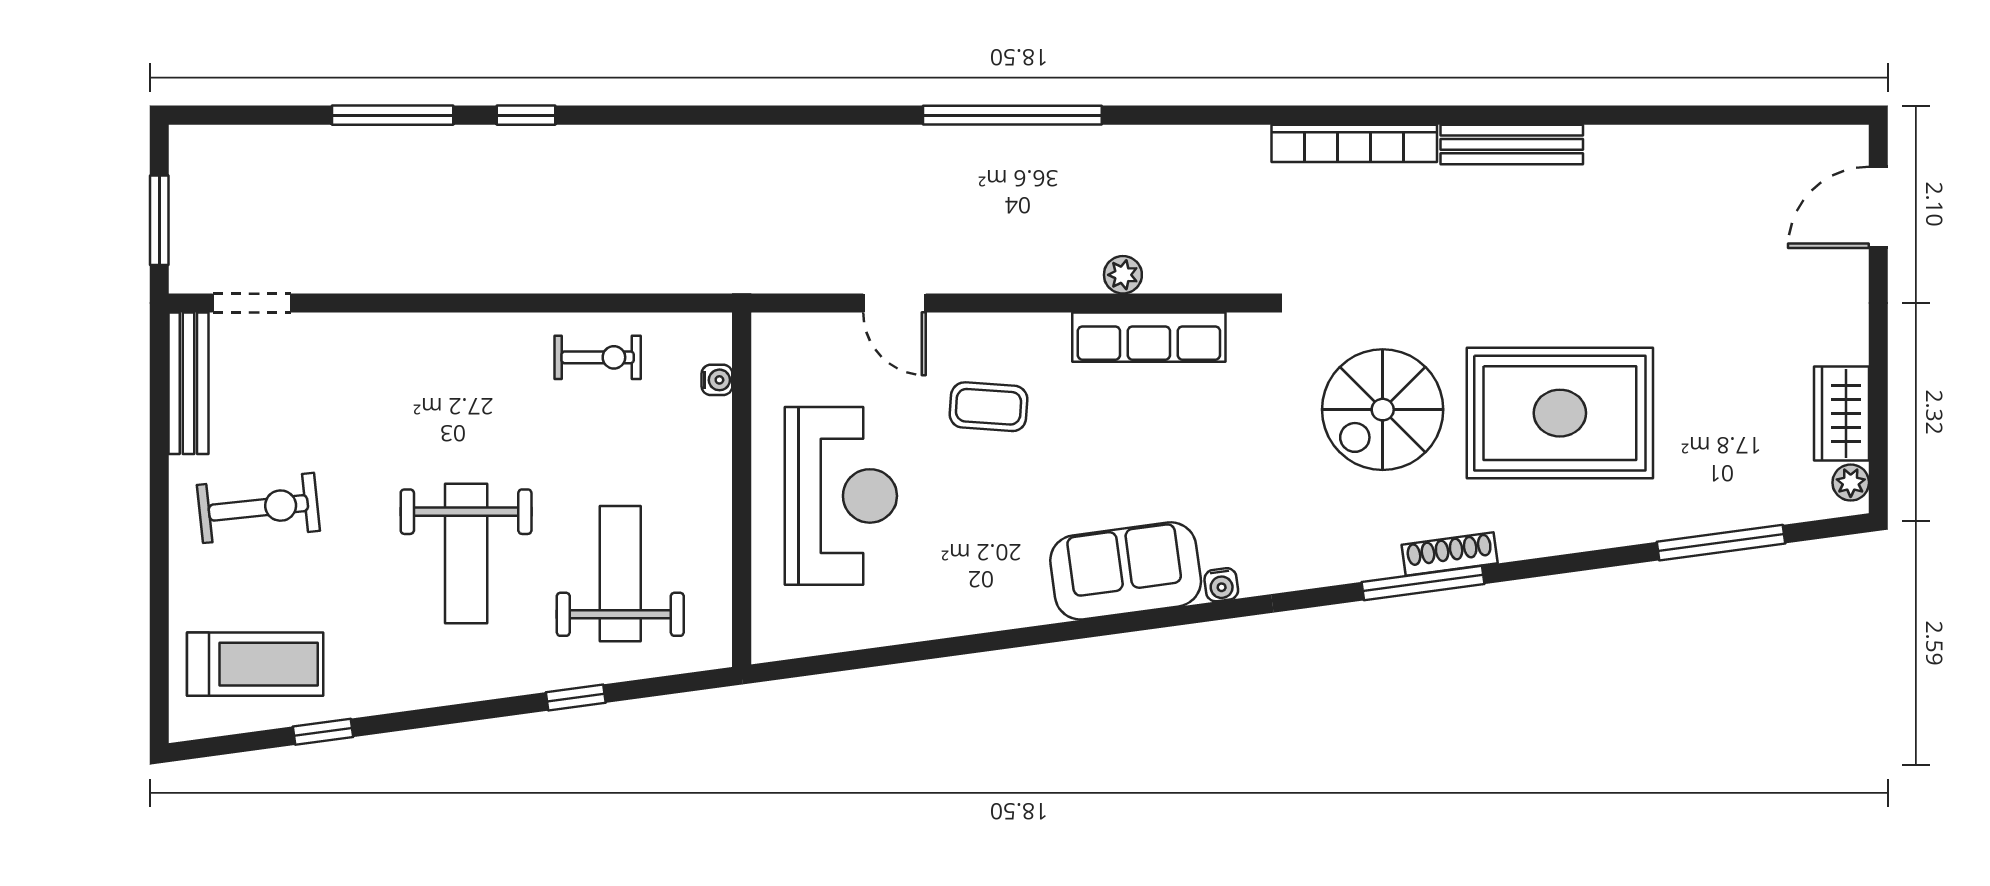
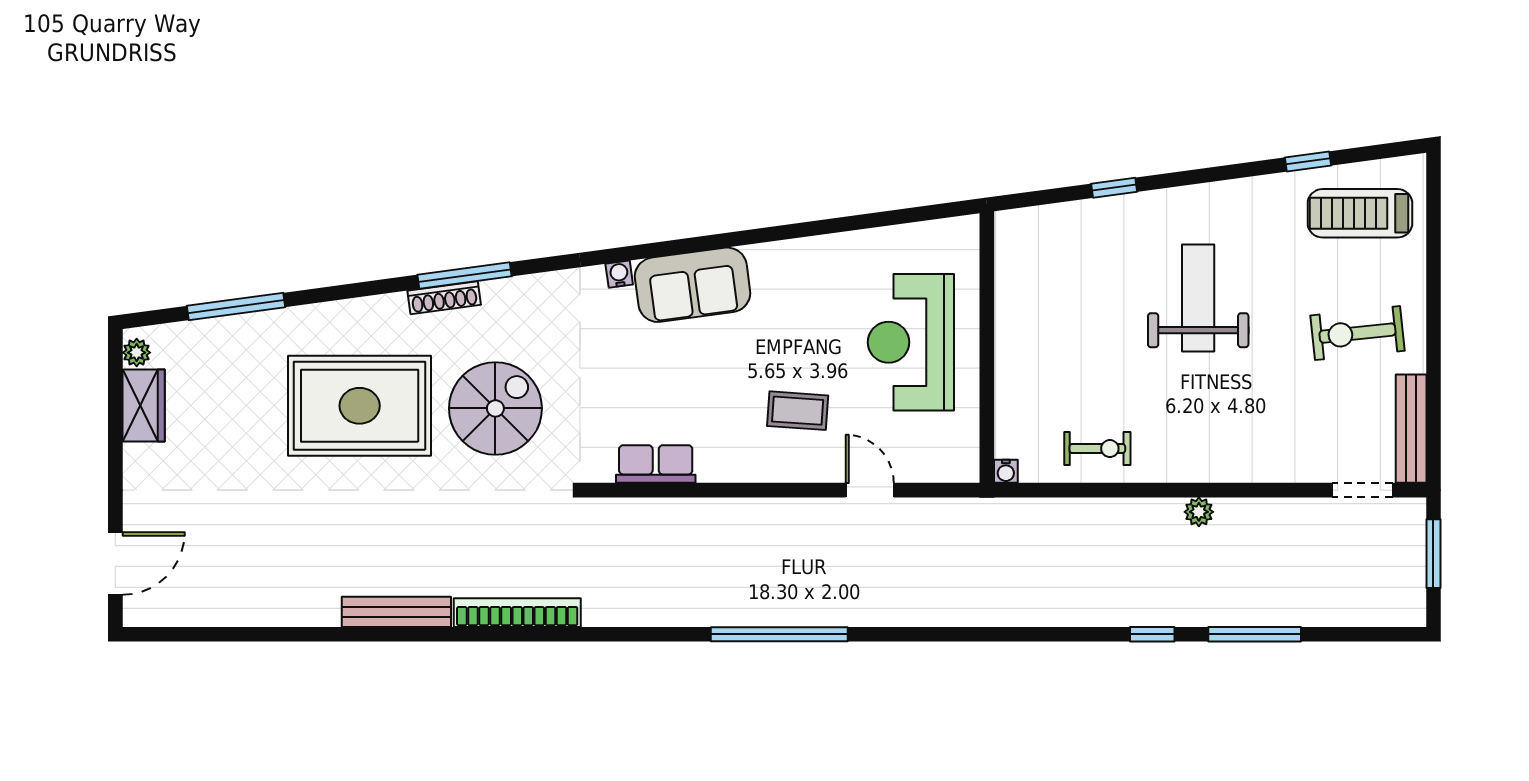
plant: (1123, 275) -> (1199, 512), moved
row of seats: (1149, 337) -> (656, 464), width x0.68
exercise bike: (598, 357) -> (1097, 449), turned 180
water cooler: (717, 380) -> (1006, 471), moved, turned -90
weight bench: (620, 574) -> (1080, 283), removed

